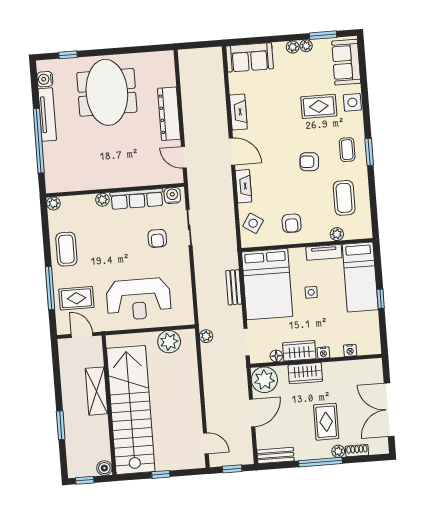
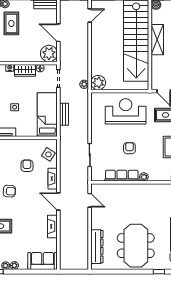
dresser: (169, 114) -> (97, 247), moved
water cooler: (172, 196) -> (99, 176), removed
armchair: (292, 223) -> (27, 166), moved
armchair: (157, 238) -> (129, 148), moved
bed: (267, 284) -> (47, 115), width x0.67
plant: (169, 342) -> (98, 83), moved
wardrobe: (305, 373) -> (22, 56), removed
shelving: (96, 391) -> (157, 40), moved
door: (252, 413) -> (58, 33), hinge flipped
door: (206, 443) -> (90, 16), swing flipped

